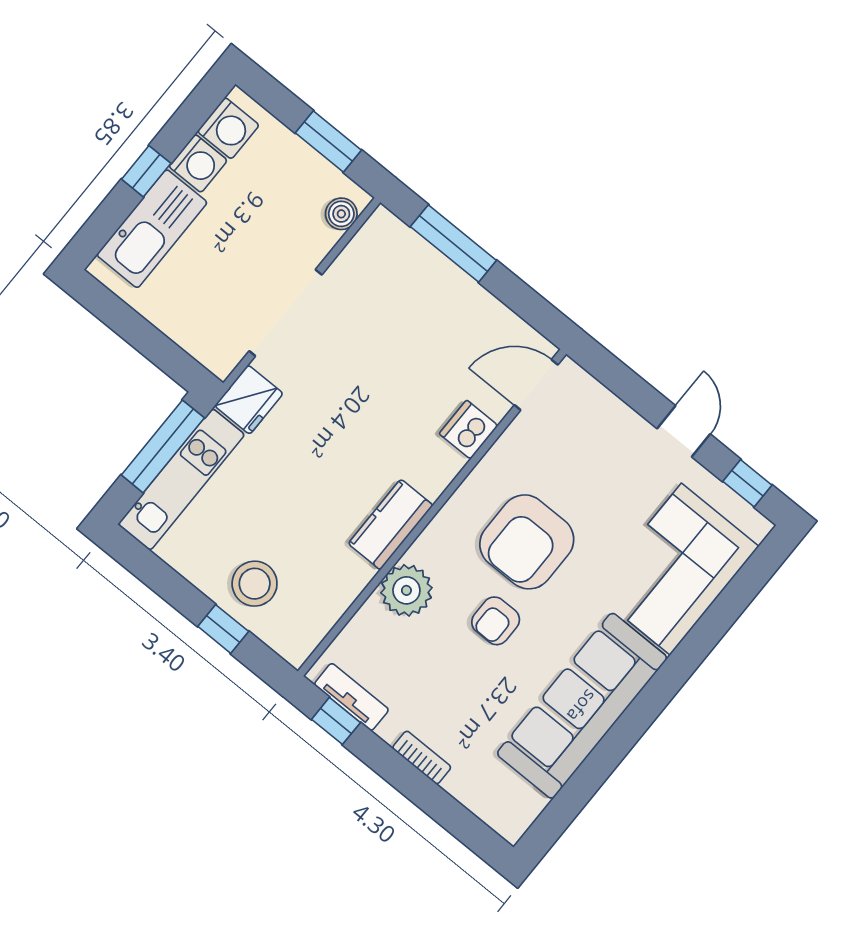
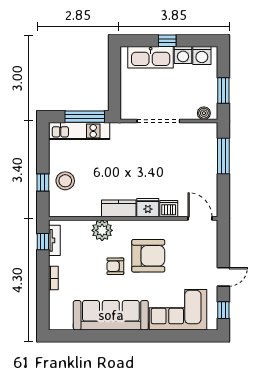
fridge: (249, 400) -> (148, 208), moved, turned 180
armchair: (527, 542) -> (148, 256), turned 180

